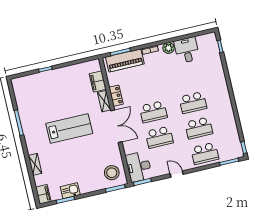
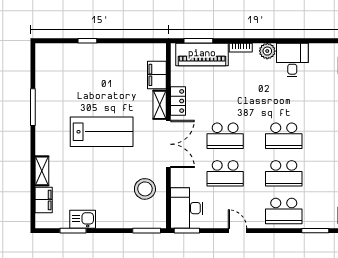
stool: (112, 173) -> (145, 189), moved
filing cabinet: (43, 194) -> (44, 200), moved

